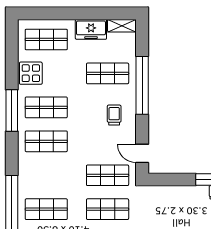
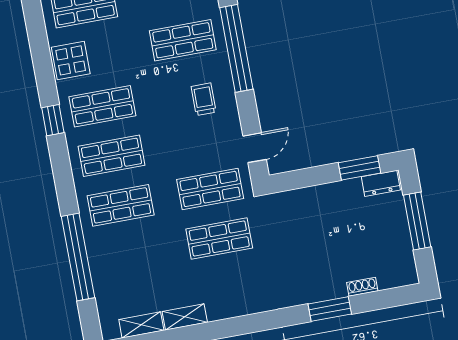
window: (12, 111) -> (53, 120), width x0.46
door: (142, 153) -> (255, 148), swing flipped
shop shelf: (46, 209) -> (121, 205), moved

